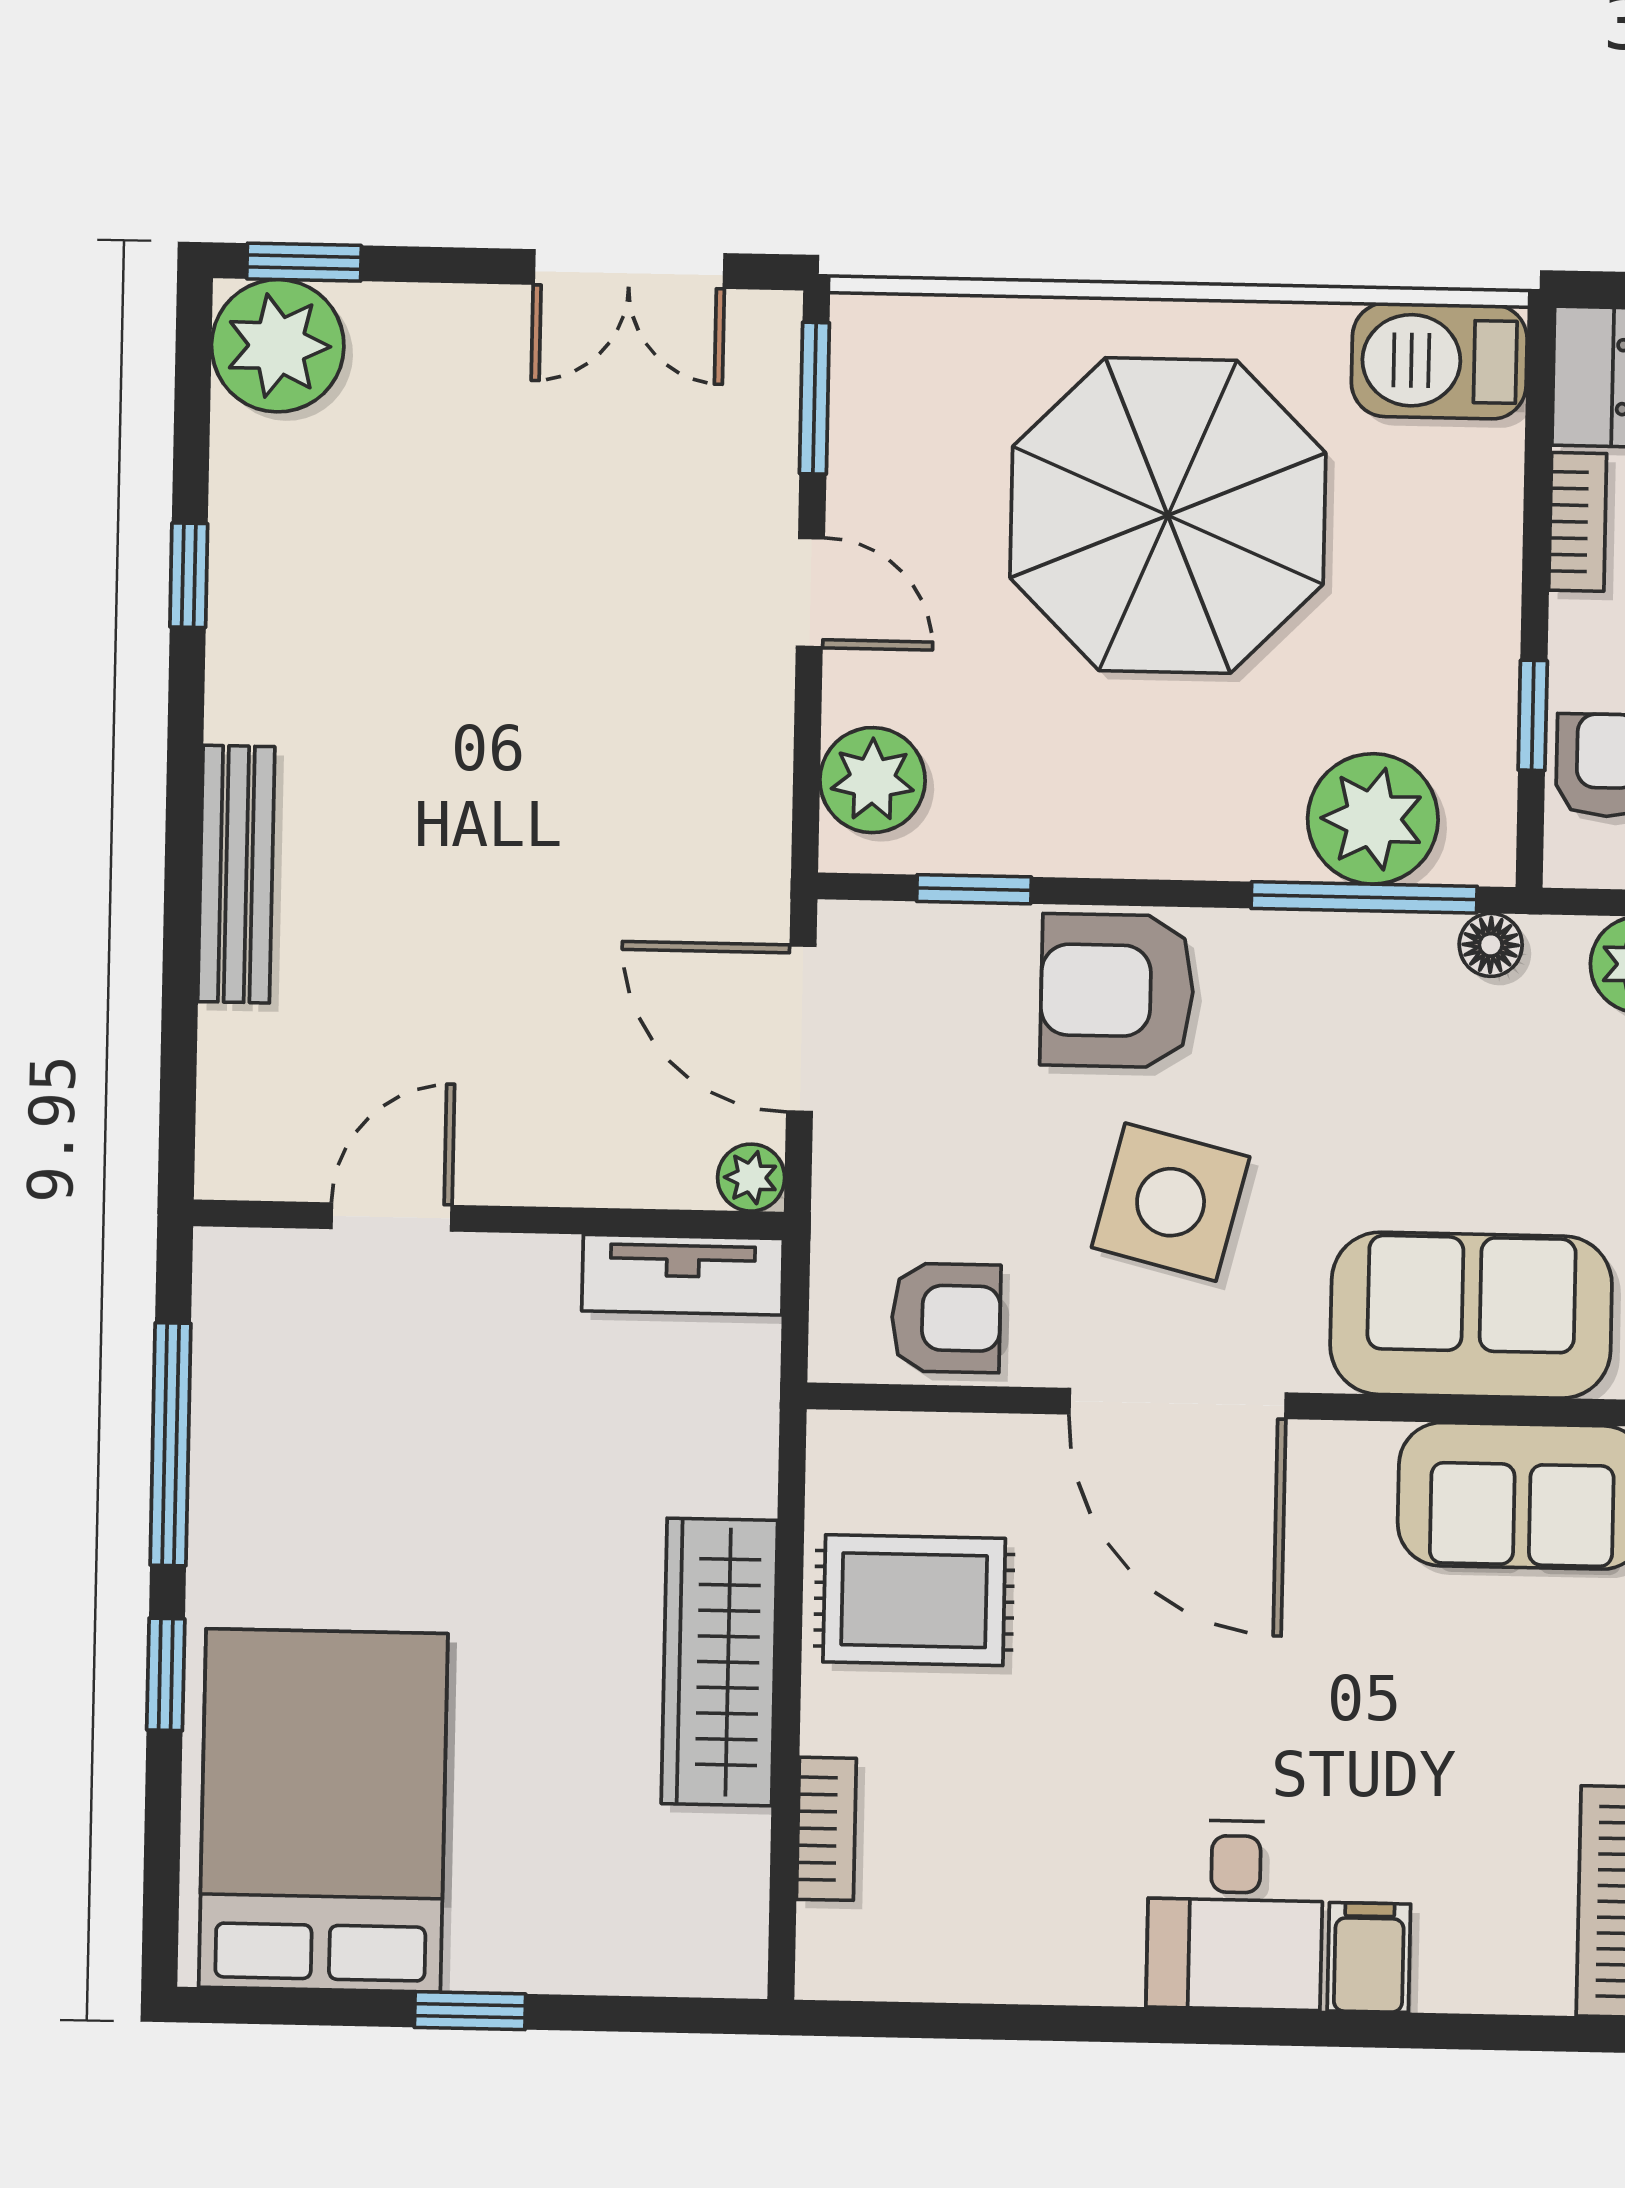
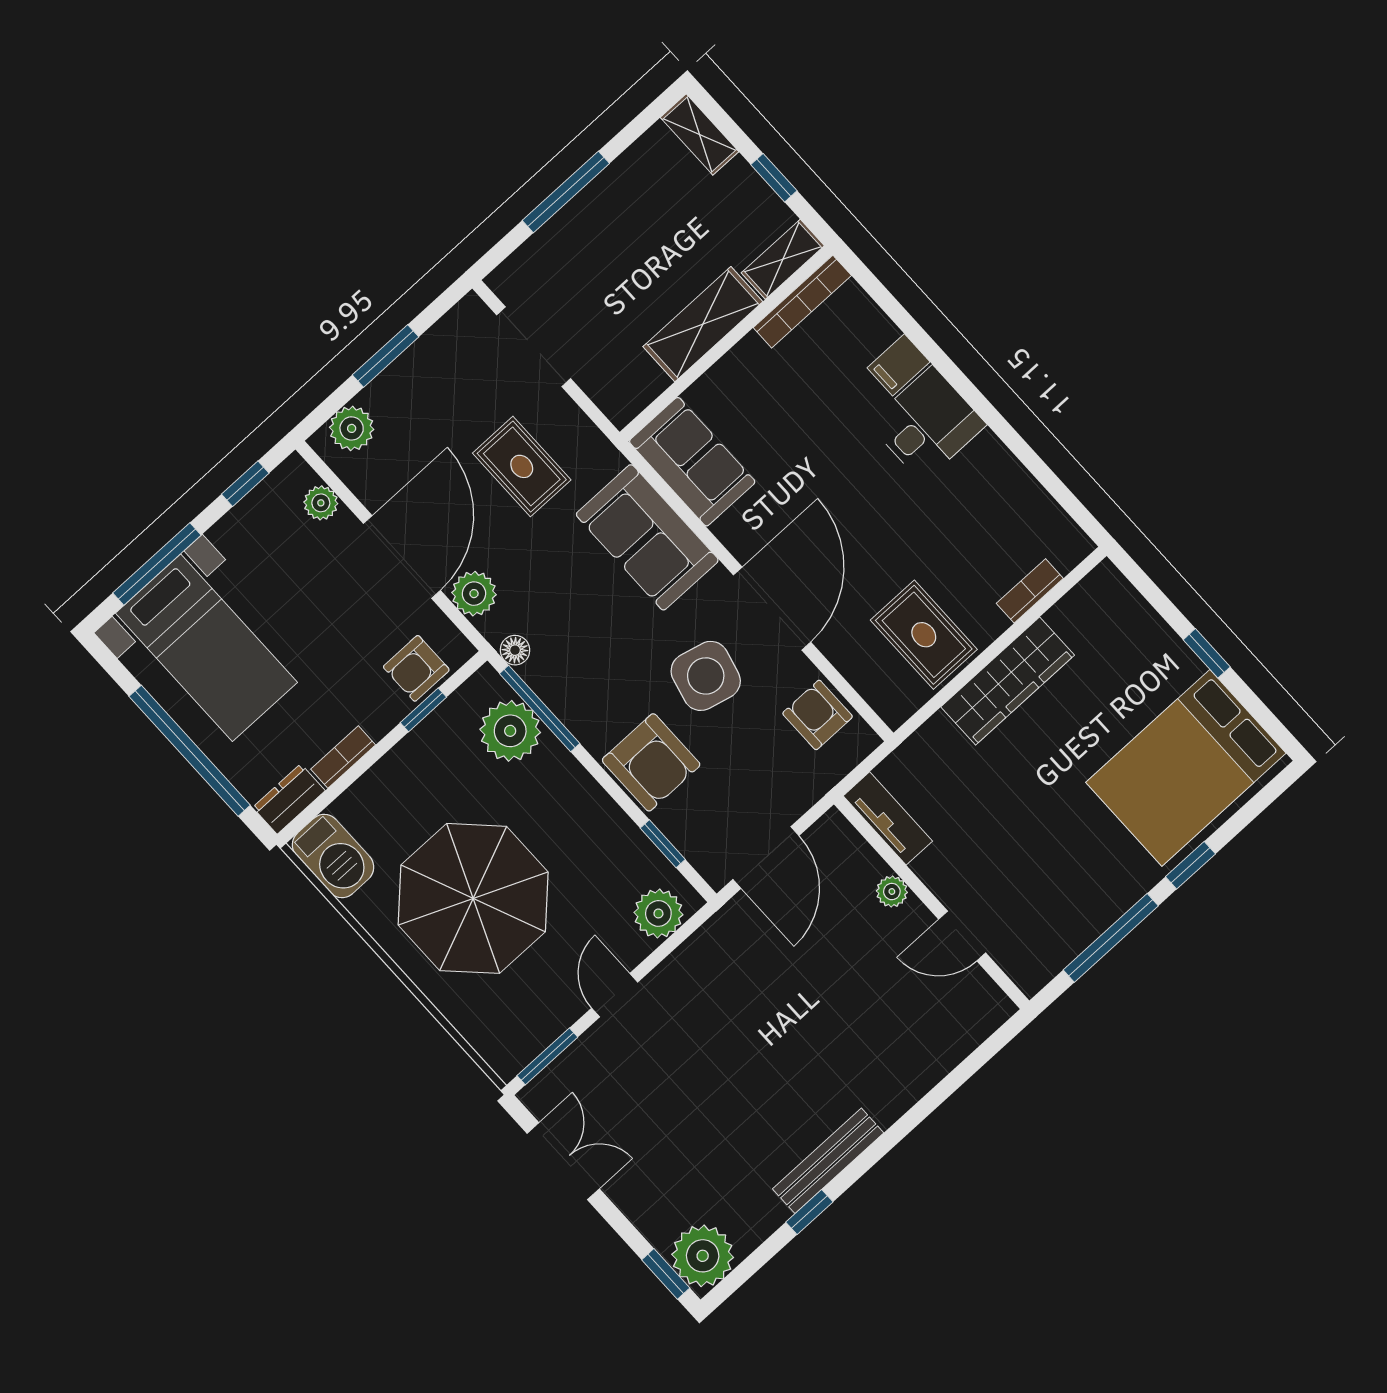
bench: (236, 874) -> (828, 1161), moved
plant: (751, 1178) -> (892, 892), moved

